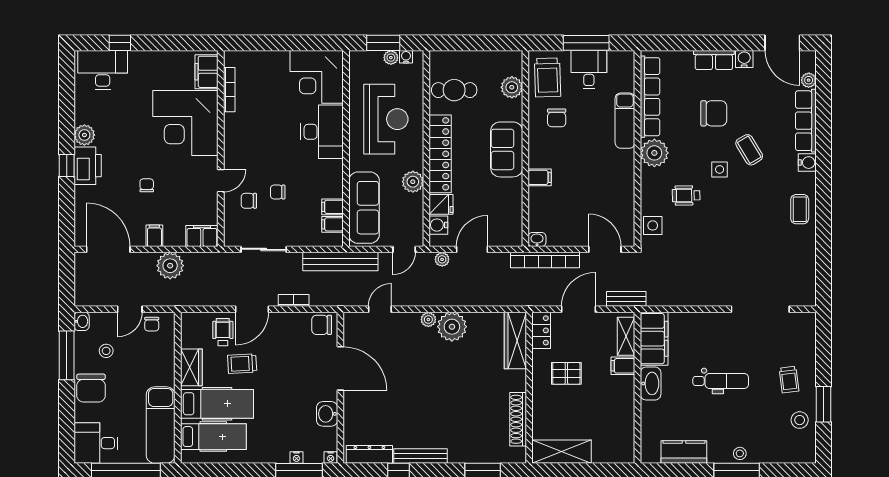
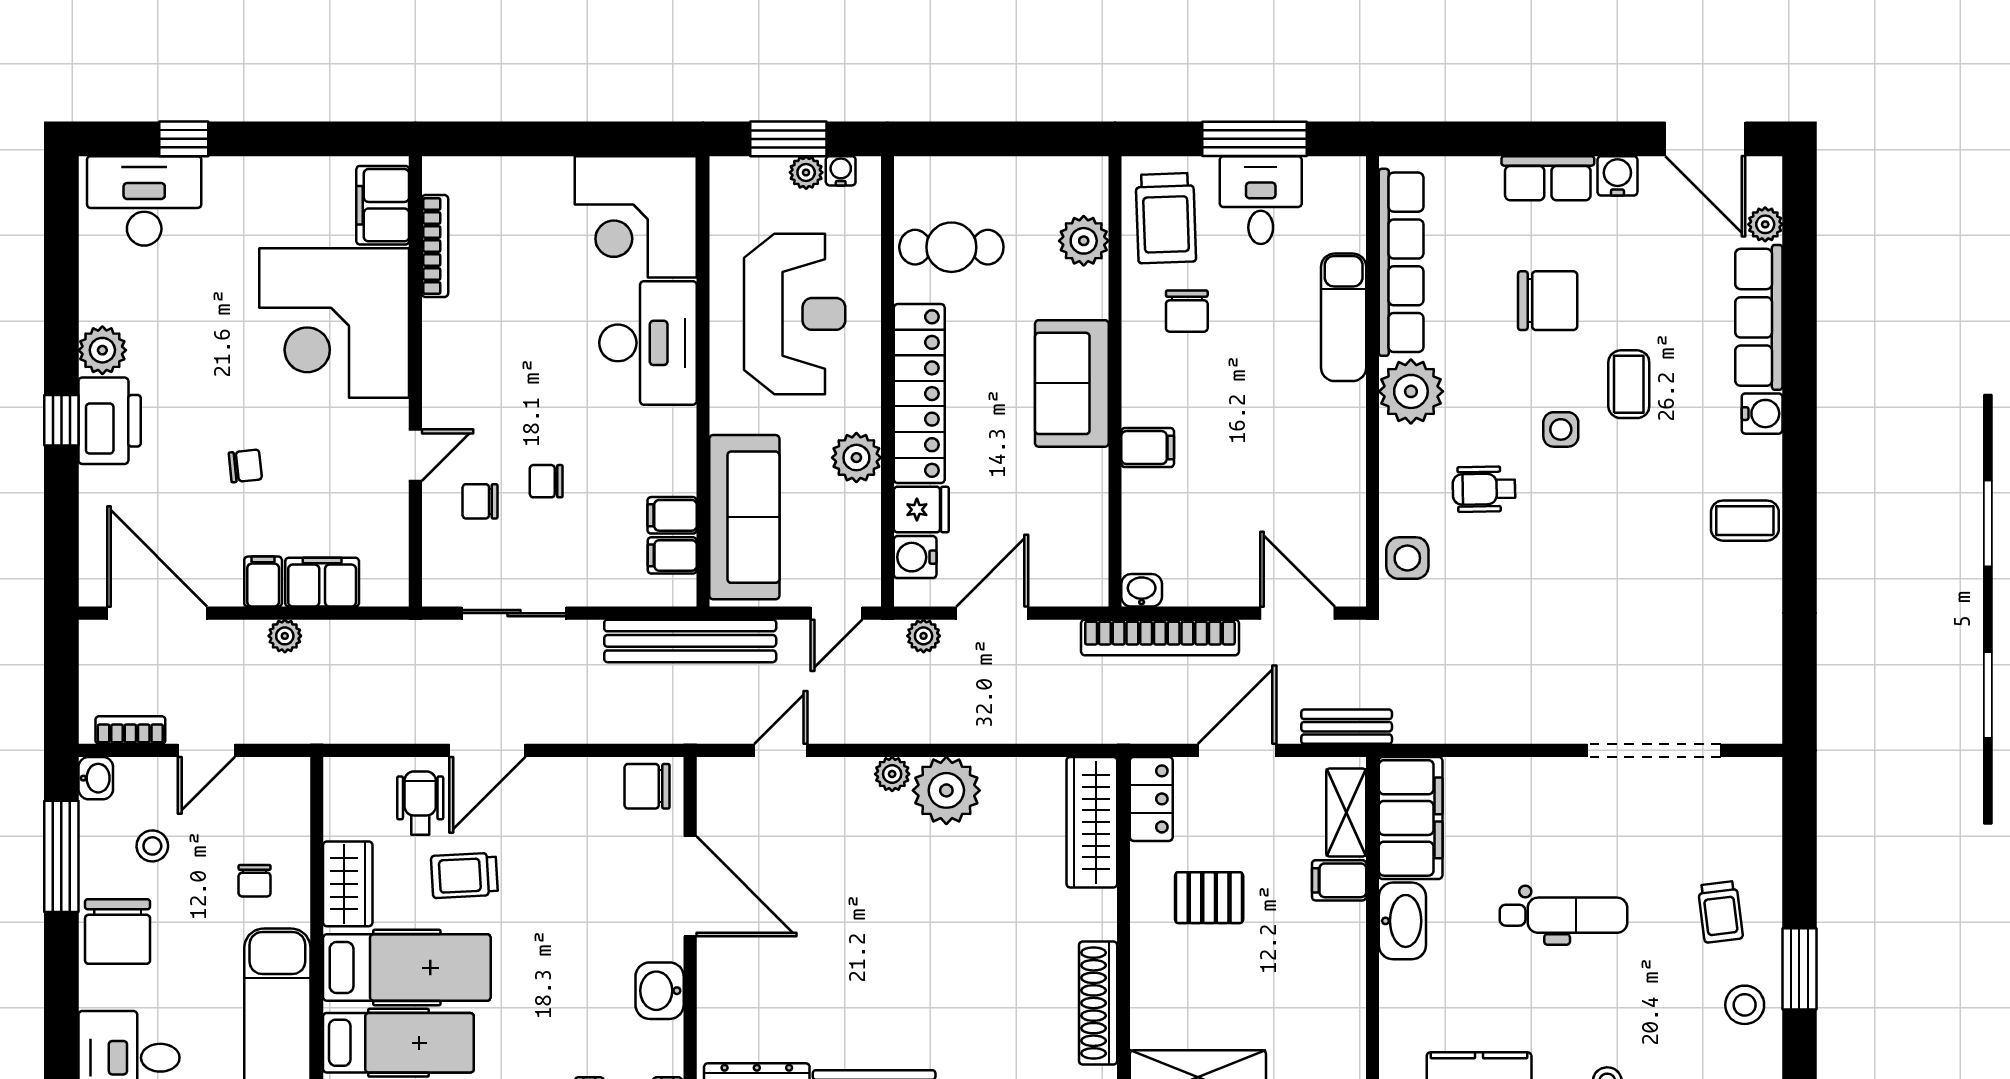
coffee table: (749, 150) -> (1629, 384), turned 31
chair: (147, 185) -> (245, 466), turned 84
coffee table: (800, 209) -> (1745, 521), turned 90
filing cabinet: (202, 236) -> (322, 582), moved
plant: (170, 266) -> (285, 636), width x0.53, depth x0.53
bookcase: (294, 300) -> (130, 730), moved
chair: (152, 324) -> (255, 881), moved

